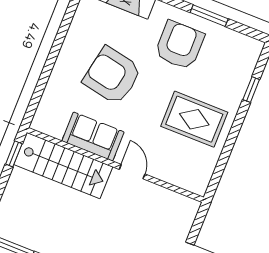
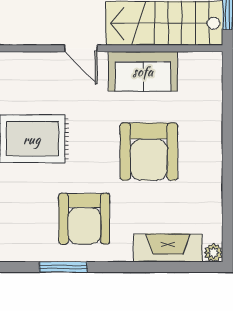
armchair: (112, 76) -> (149, 152), turned 79

